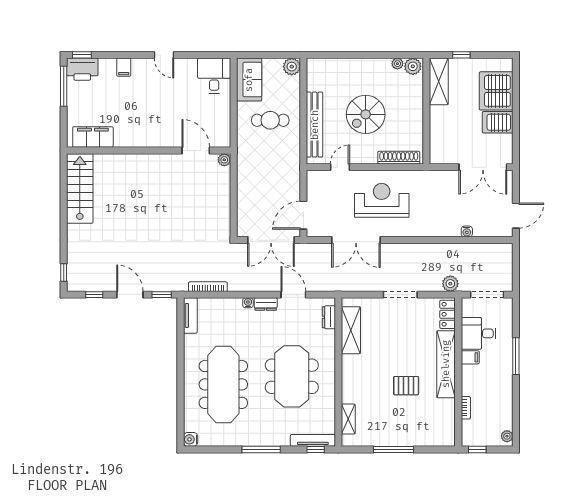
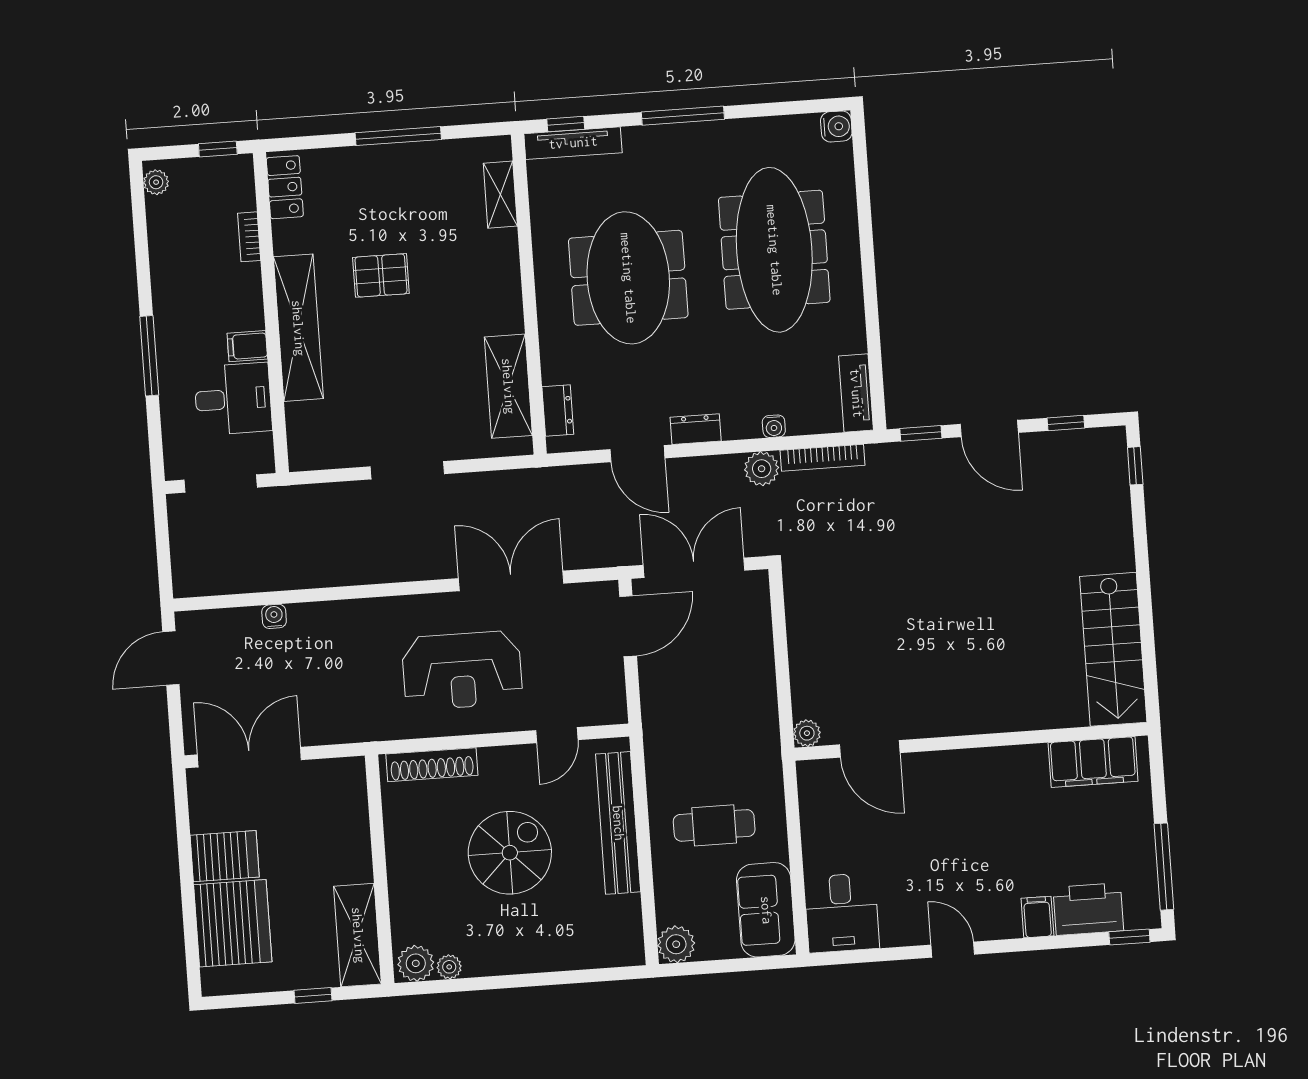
printer: (82, 69) -> (1088, 909), moved
plant: (450, 284) -> (762, 469), moved
water cooler: (248, 303) -> (774, 426), moved
locker: (448, 314) -> (285, 187), moved

